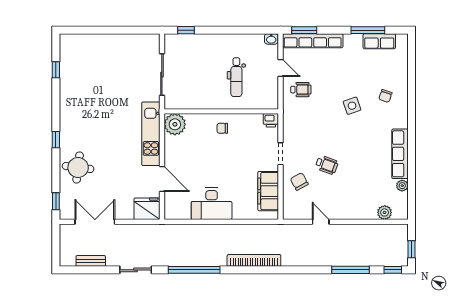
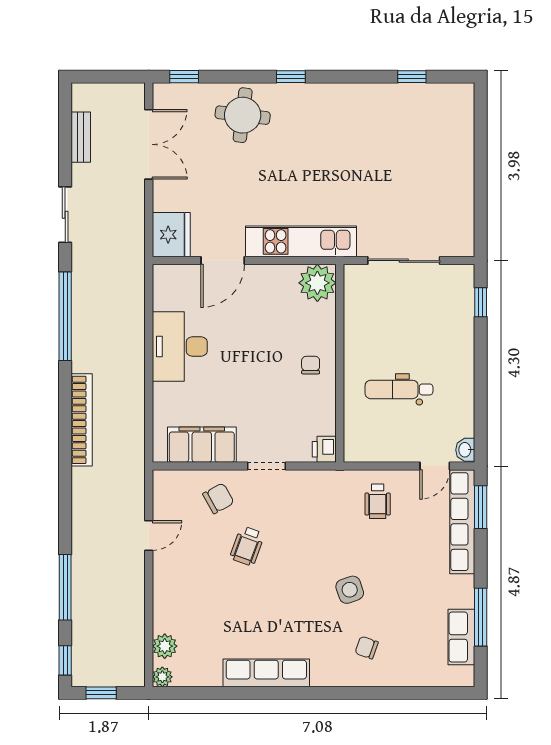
door: (281, 68) -> (435, 466), moved
plant: (402, 186) -> (162, 677), moved

